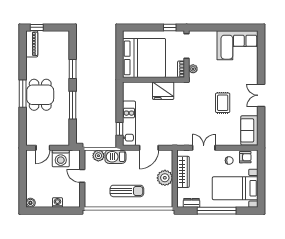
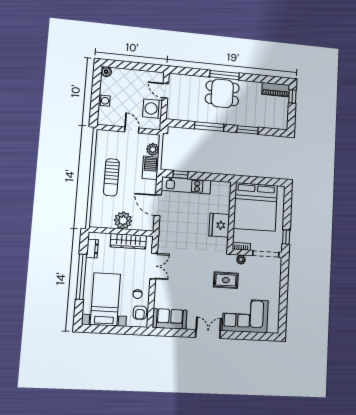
corner sofa: (237, 45) -> (245, 316), moved, turned 90
rug: (223, 103) -> (226, 280), moved
door: (82, 176) -> (132, 130), hinge flipped

